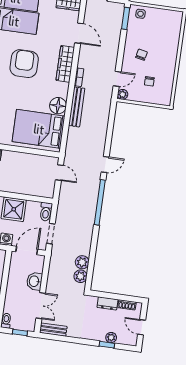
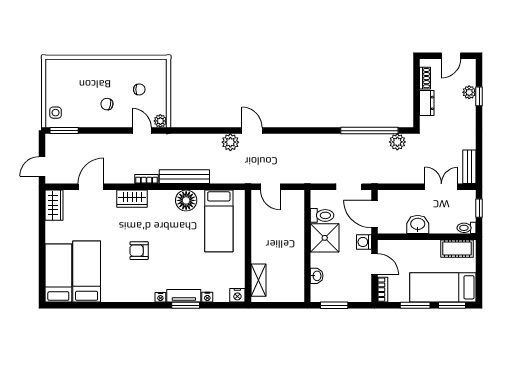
armchair: (24, 64) -> (139, 251), width x0.53, depth x0.53
wardrobe: (65, 64) -> (132, 199), width x0.67
bed: (39, 129) -> (219, 221), width x0.67
door: (59, 173) -> (270, 187), swing flipped
window: (100, 202) -> (369, 131), moved
toilet: (46, 212) -> (322, 215), moved
plant: (82, 262) -> (230, 142), moved
washbasin: (34, 281) -> (418, 224), moved, turned 180

